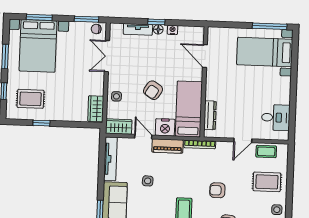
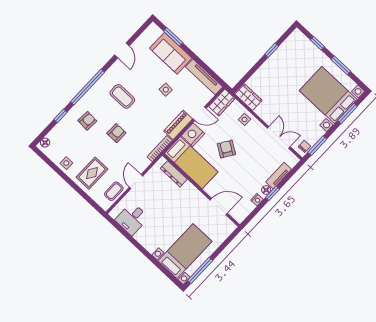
rug: (30, 99) -> (295, 57), removed

